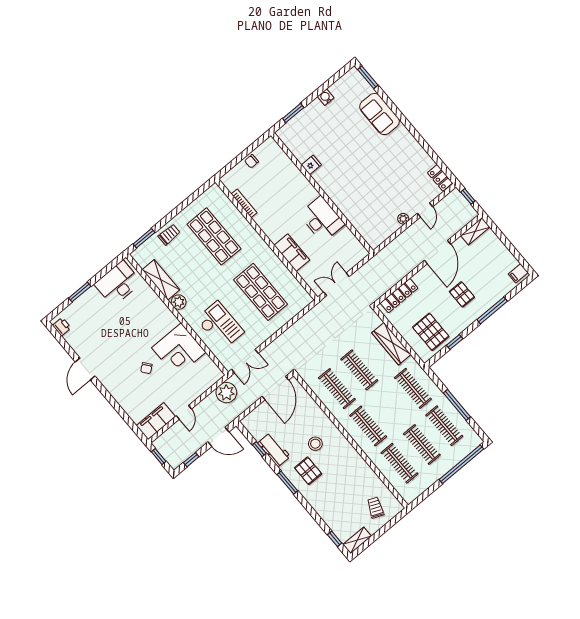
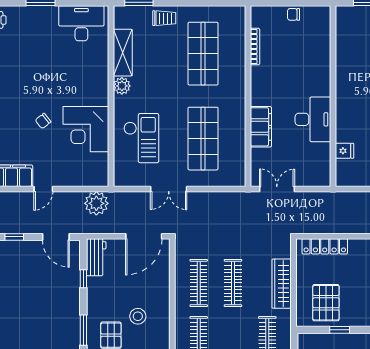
fridge: (311, 165) -> (344, 151), moved
double door: (245, 361) -> (169, 189), moved
workbench: (274, 450) -> (96, 257), moved

